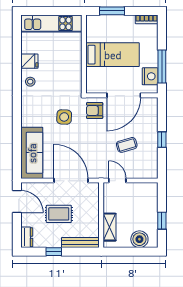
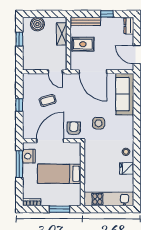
armchair: (95, 110) -> (74, 128), turned -90
rug: (59, 214) -> (83, 44), moved

